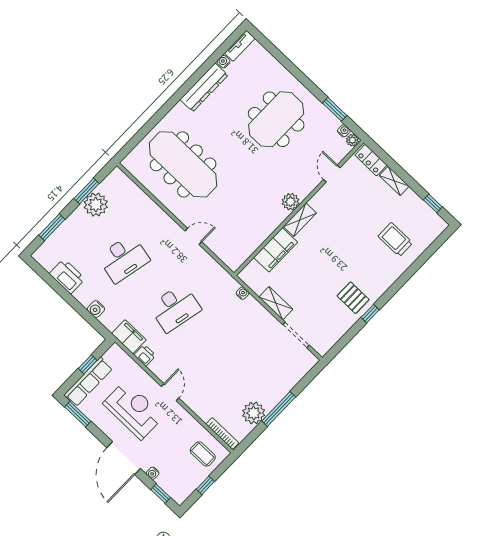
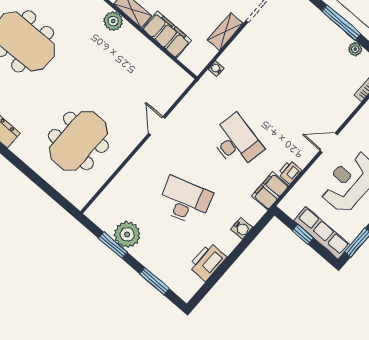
meeting table: (183, 164) -> (78, 141), width x0.73
desk: (124, 259) -> (185, 201), turned -30
plant: (254, 413) -> (355, 49), width x0.53, depth x0.53

